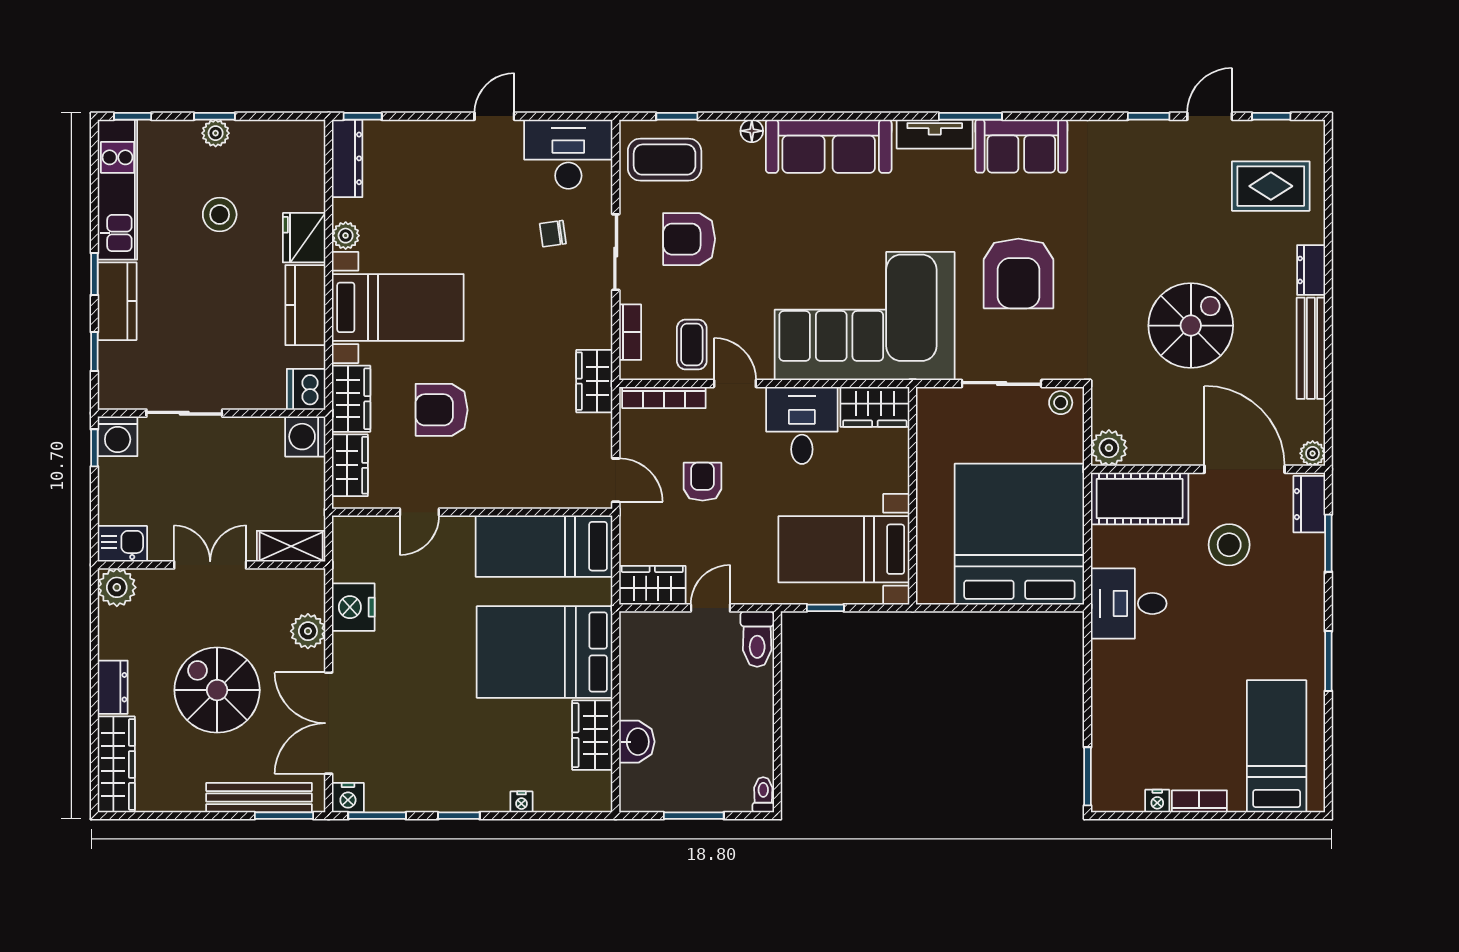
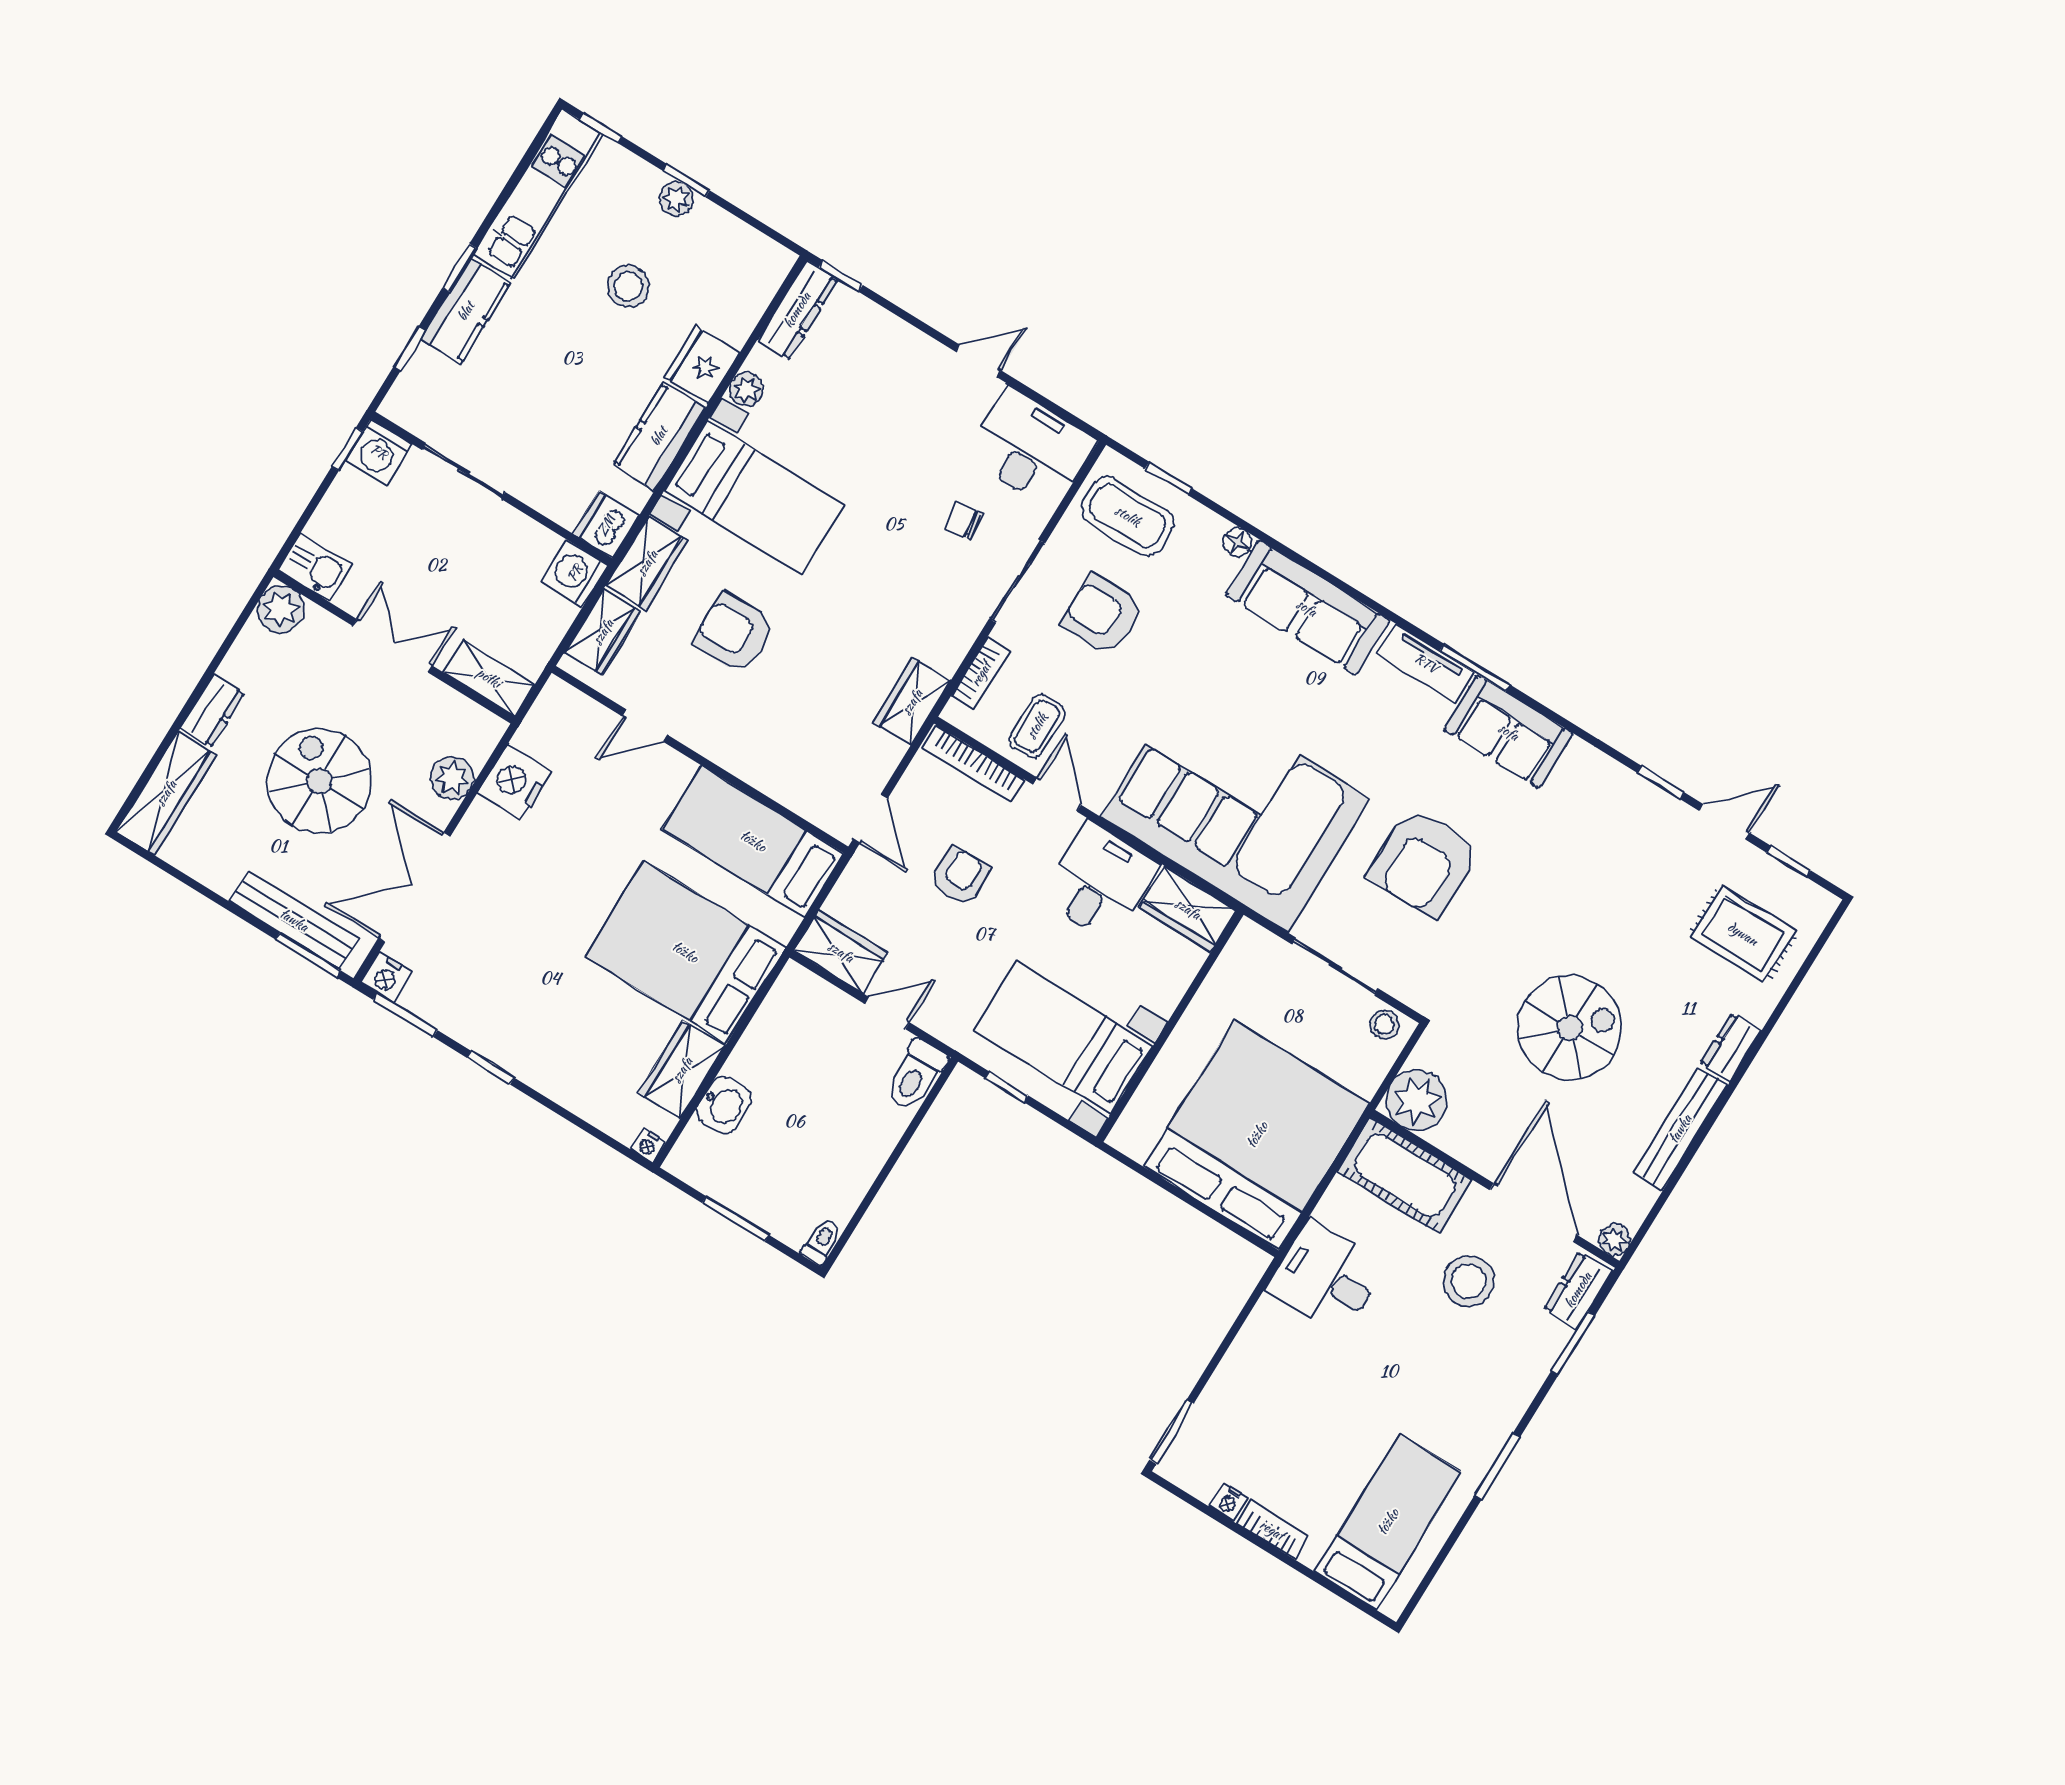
plant: (1109, 448) -> (1417, 1100), width x1.36, depth x1.36
nightstand: (521, 802) -> (648, 1145), moved

